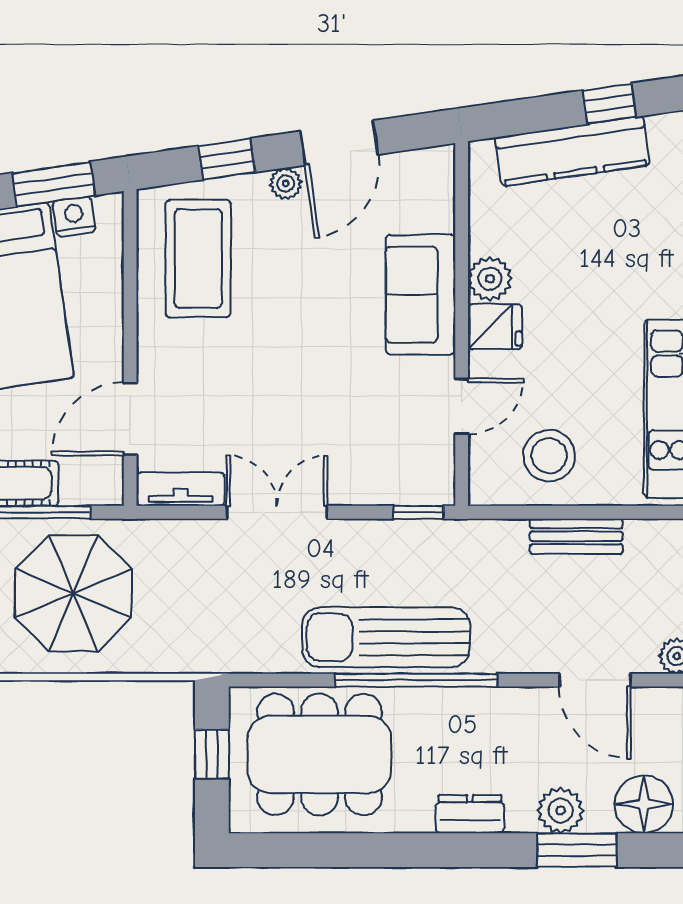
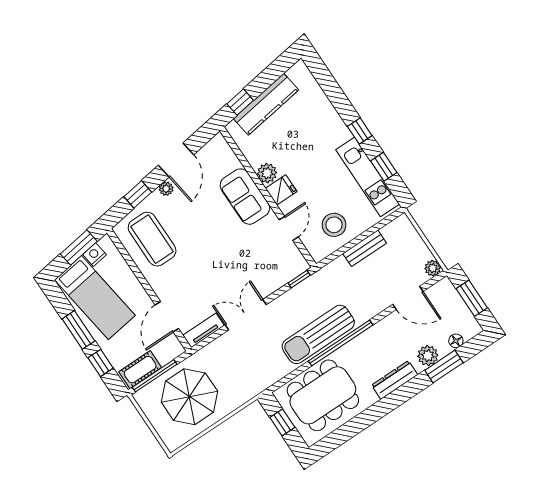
window: (610, 104) -> (240, 102), moved
floor lamp: (644, 804) -> (456, 341), width x0.53, depth x0.53
dresser: (470, 814) -> (395, 380), width x1.44

